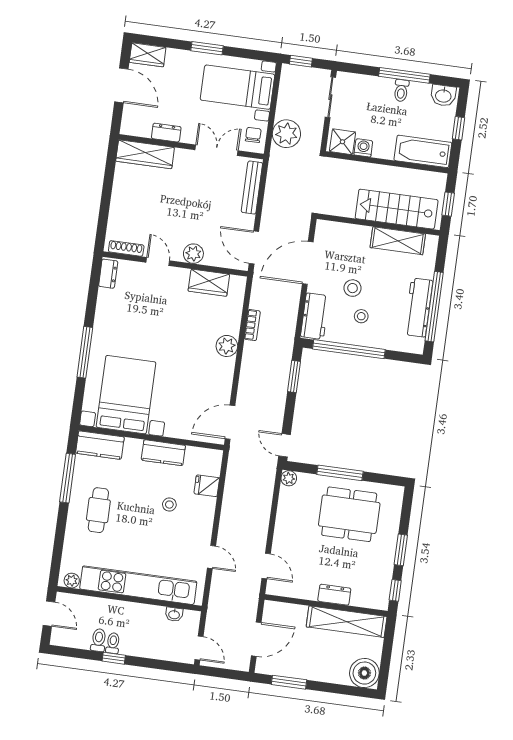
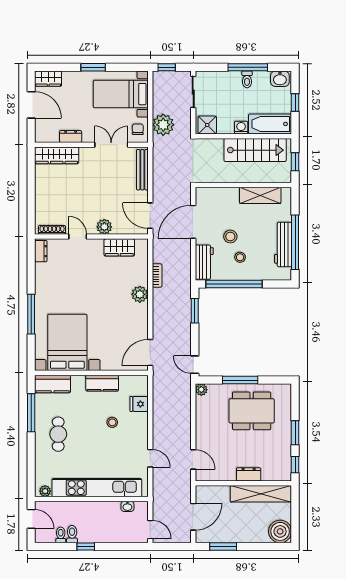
washing machine: (363, 148) -> (241, 128), moved
stairs: (397, 209) -> (255, 150), moved, turned 180
toilet: (113, 643) -> (61, 535), moved

